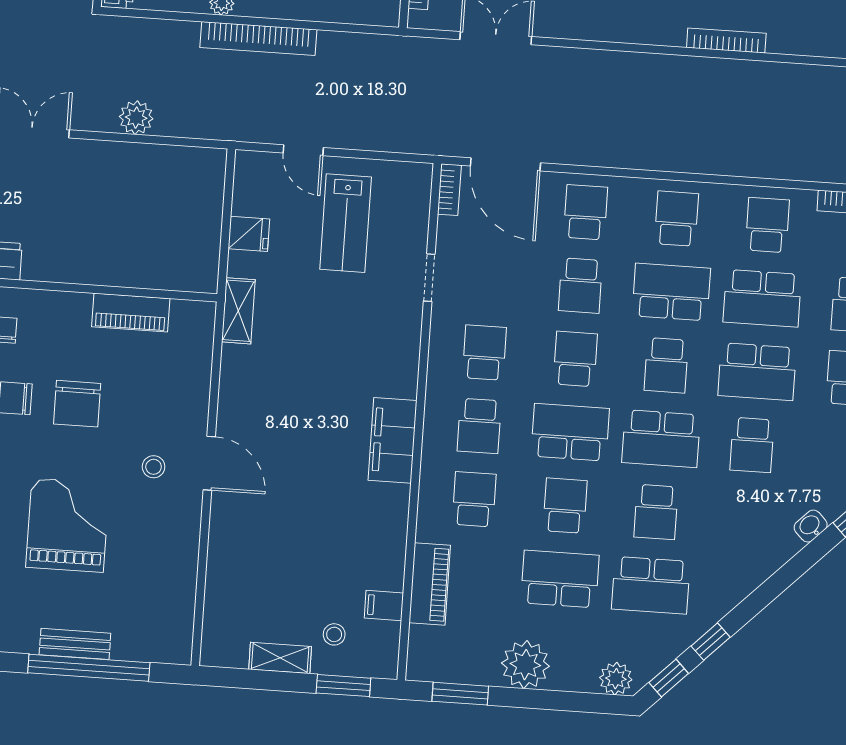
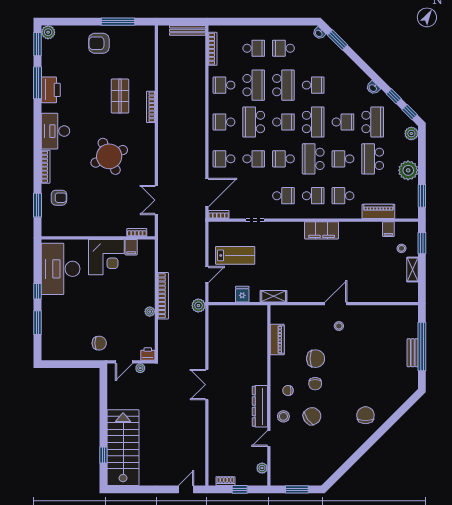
plant: (136, 118) -> (198, 306), moved
school desk: (484, 353) -> (283, 196), turned 180
grand piano: (68, 525) -> (365, 359), removed
washbasin: (811, 526) -> (373, 88), moved

